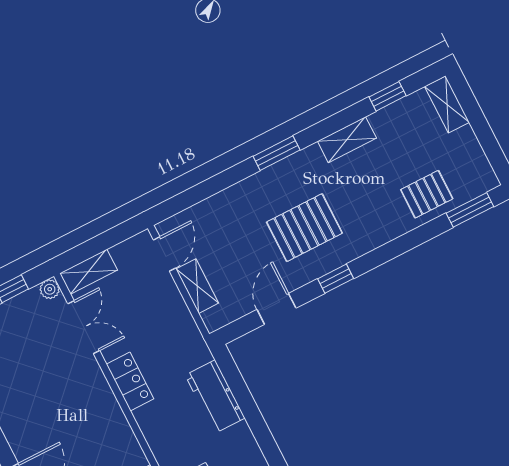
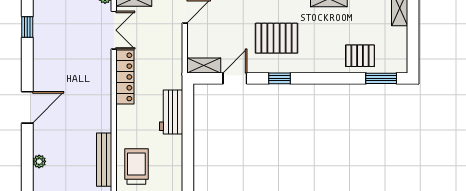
shelving: (197, 286) -> (204, 65), moved, turned 90
locker: (130, 382) -> (125, 77), width x1.53

